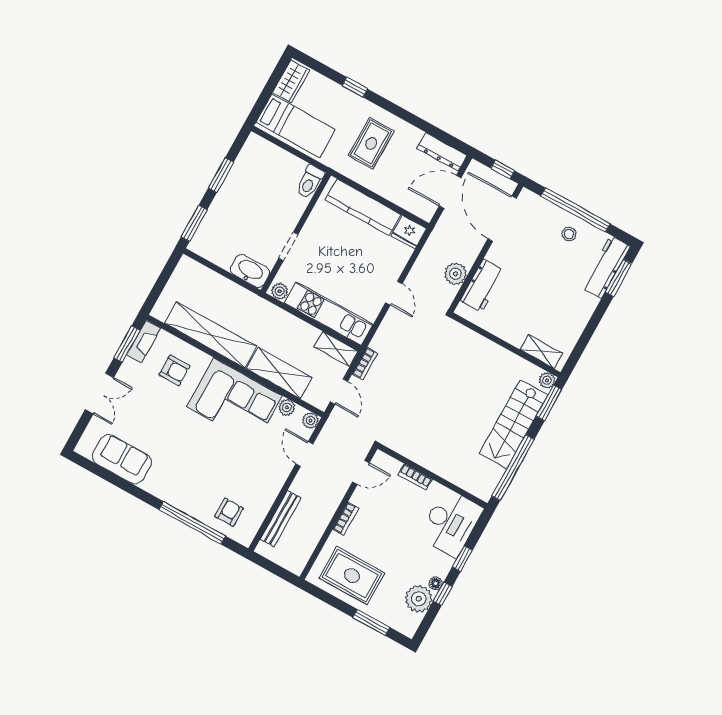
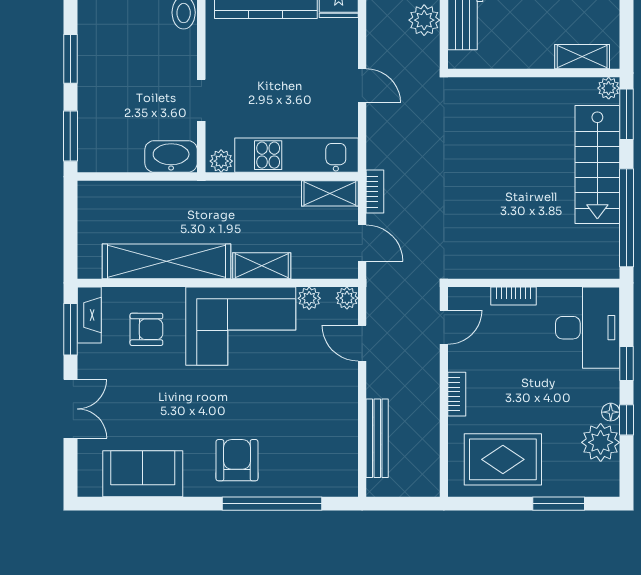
shelving: (279, 373) -> (262, 266), width x0.67, depth x0.75
armchair: (229, 512) -> (237, 460), moved, width x1.38, depth x1.38

